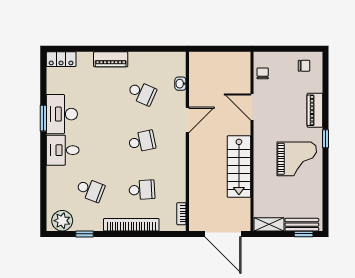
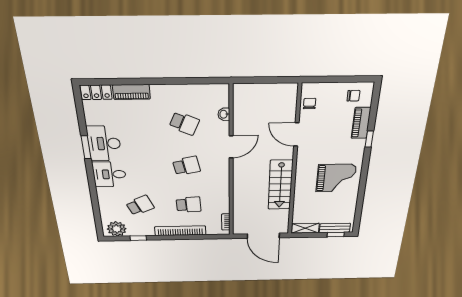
piano: (111, 59) -> (131, 92), moved
piano: (315, 110) -> (361, 123), moved
window: (325, 139) -> (369, 139), moved
school desk: (90, 190) -> (140, 205), turned -45

